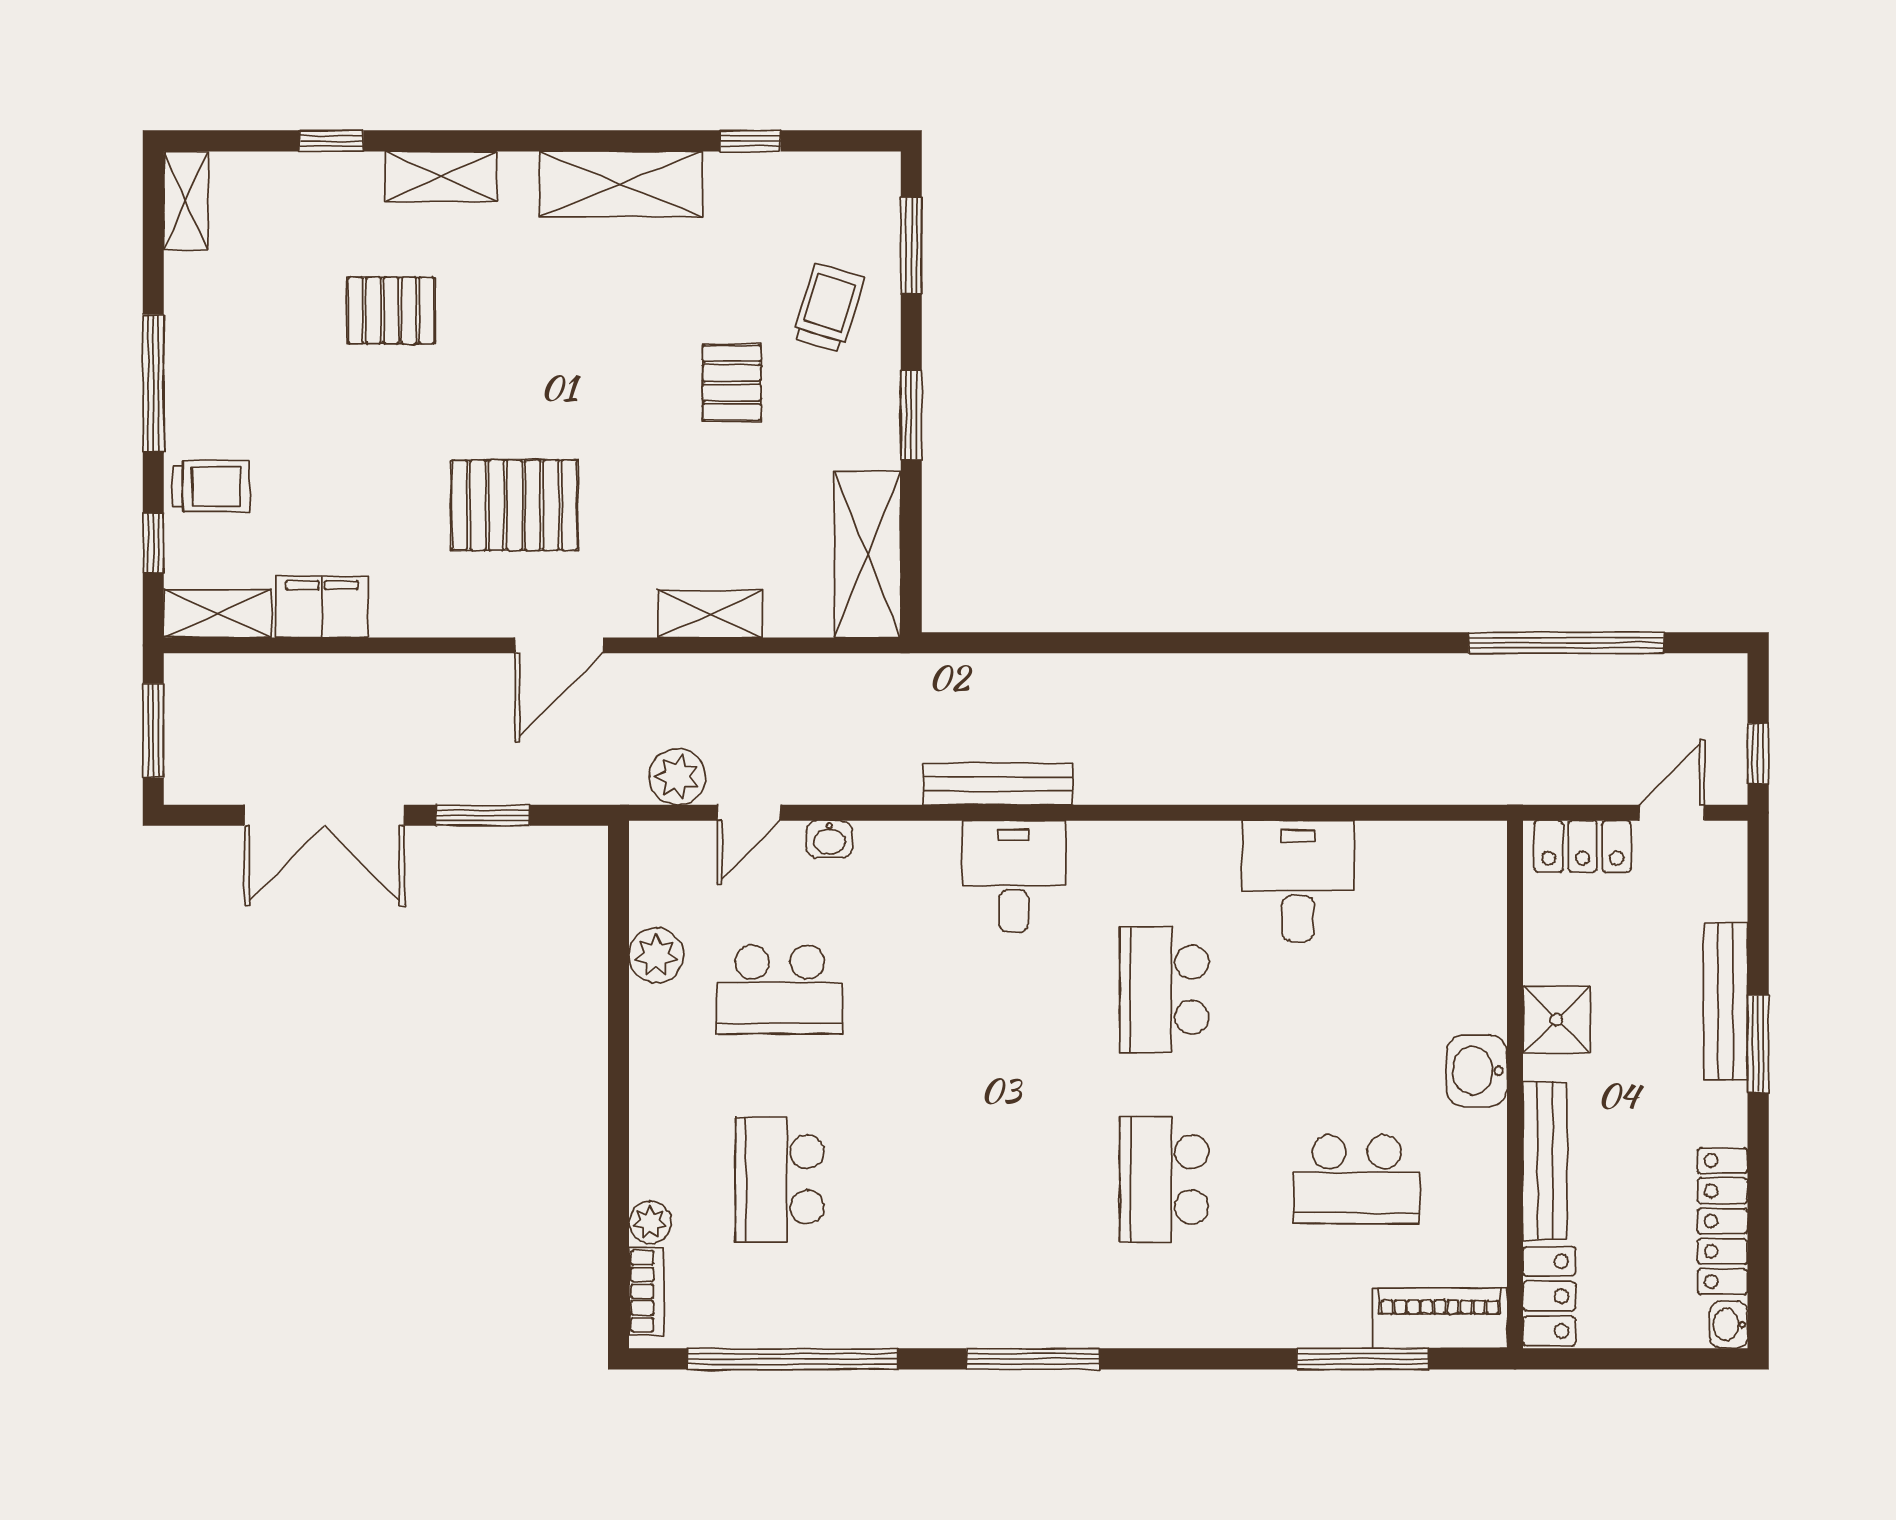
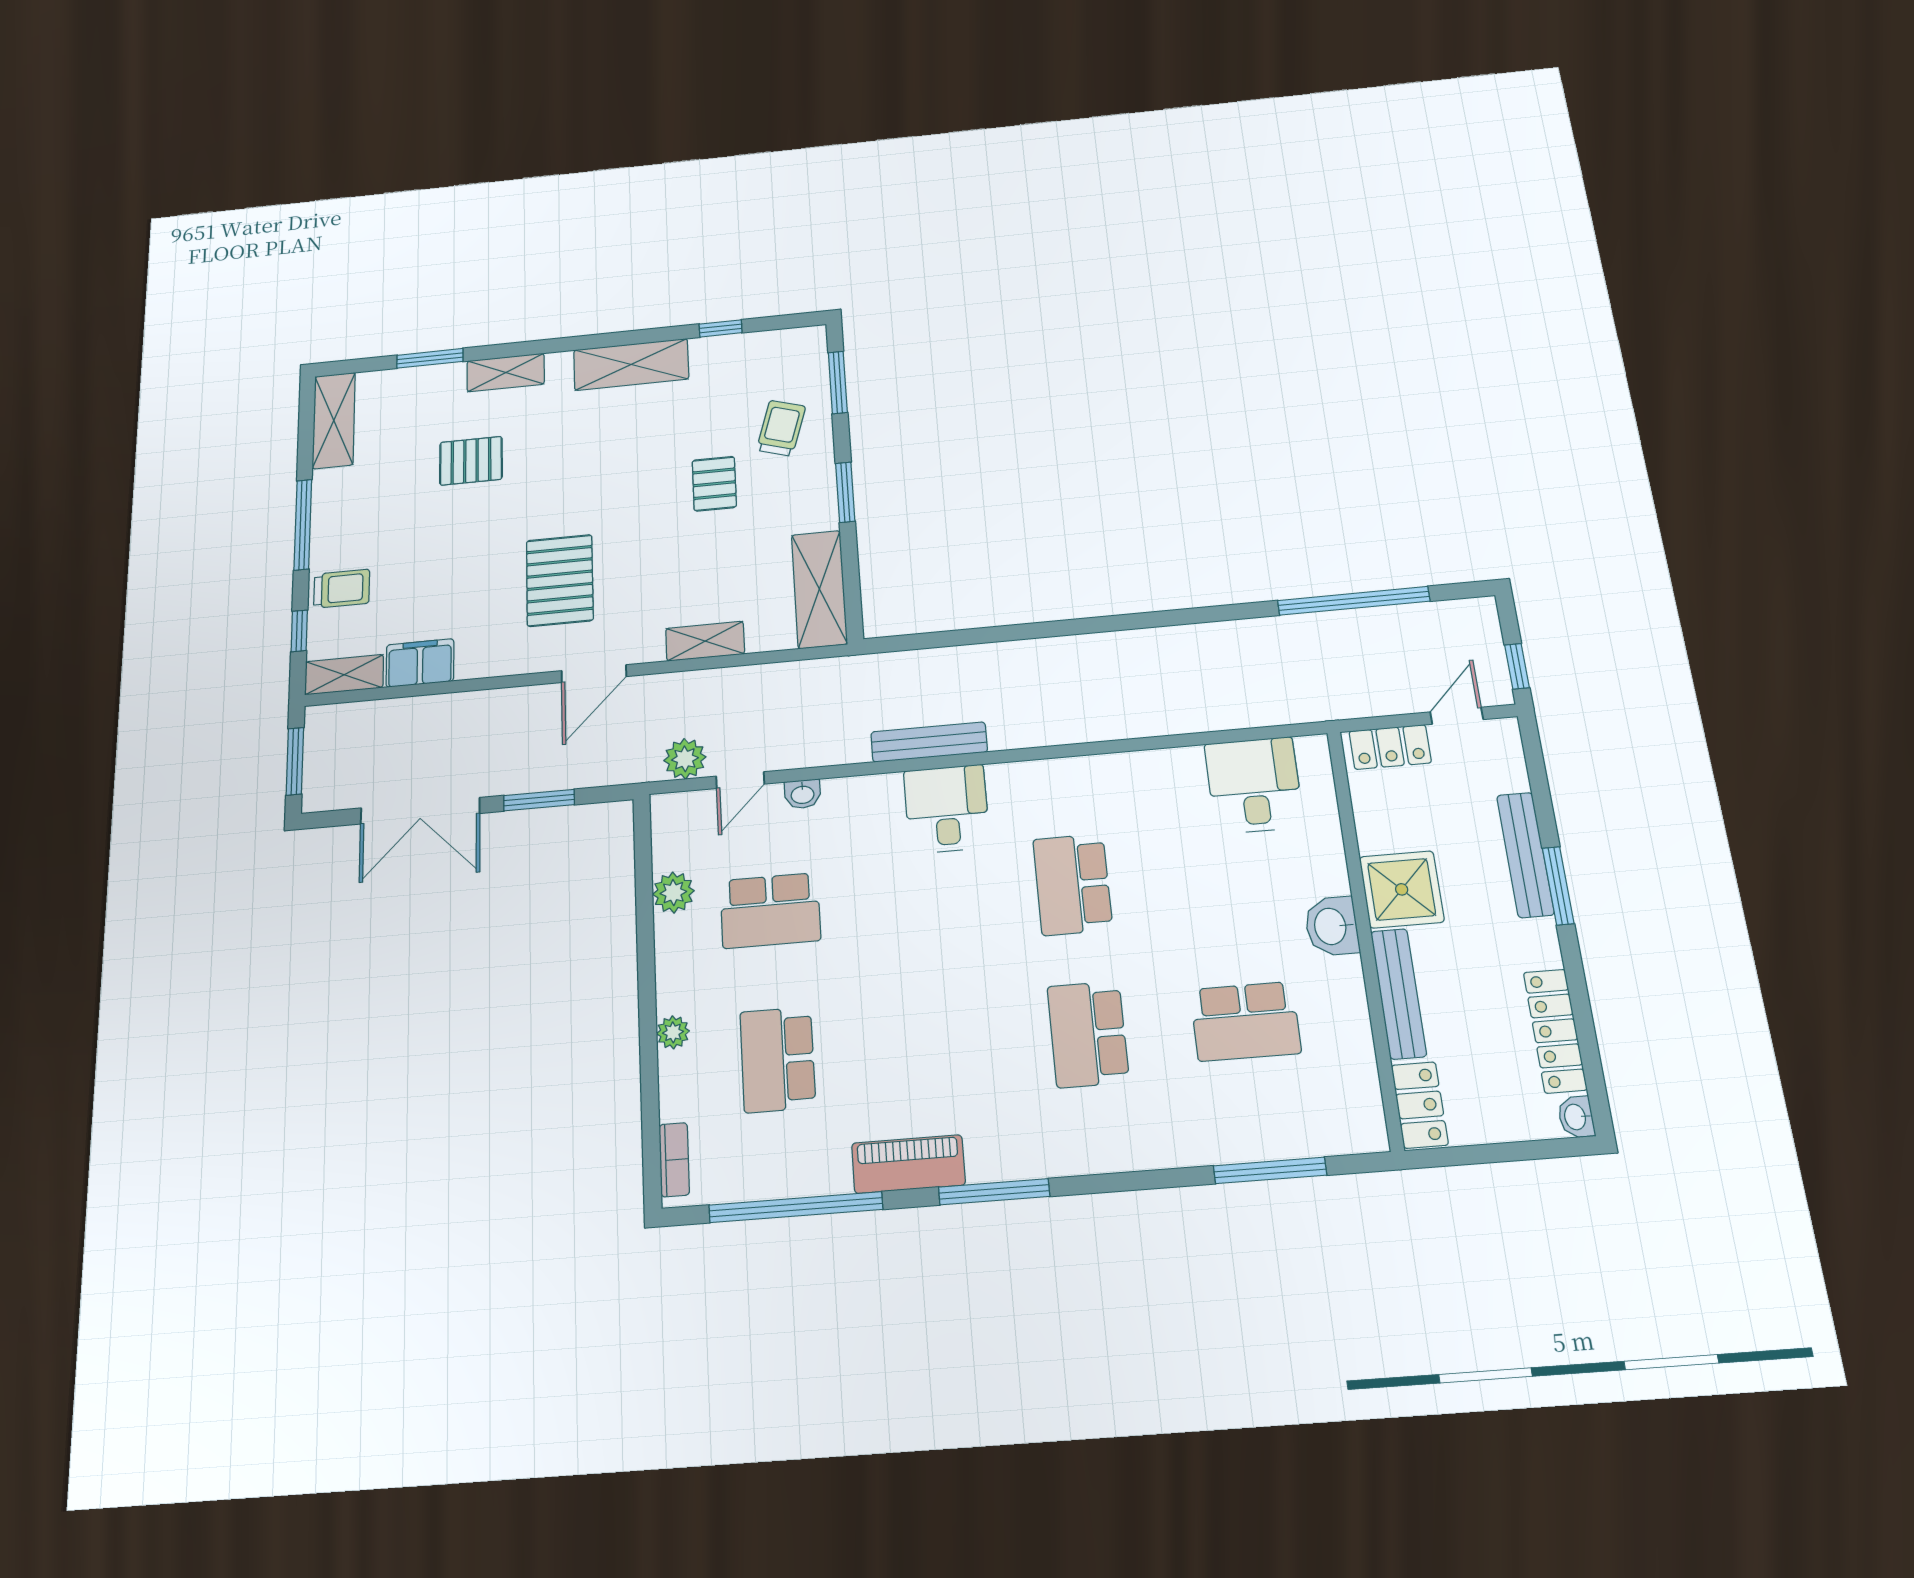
window: (331, 141) -> (430, 358), width x1.50
shelving: (186, 201) -> (334, 420), width x1.50, depth x1.33
pallet: (514, 505) -> (560, 580), turned 90
desk: (1298, 881) -> (1254, 785), moved
shower: (1556, 1020) -> (1402, 889), width x1.36, depth x1.36
plant: (650, 1222) -> (673, 1032), moved
piano: (1440, 1318) -> (908, 1164), moved

